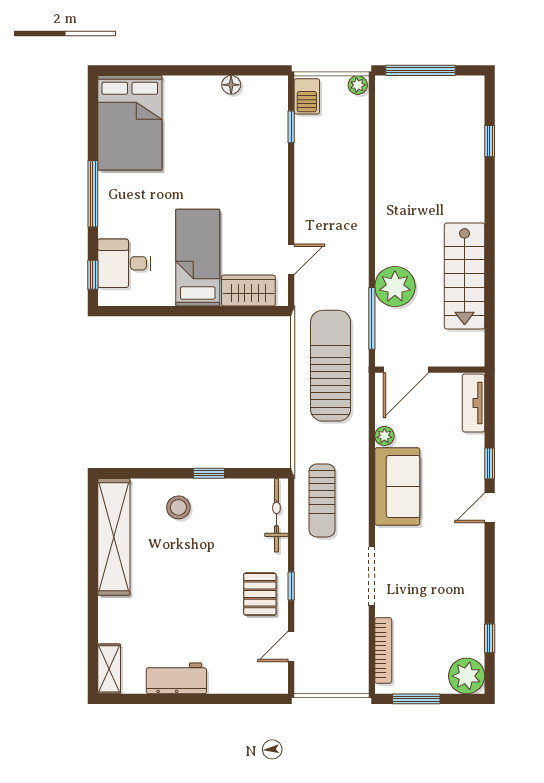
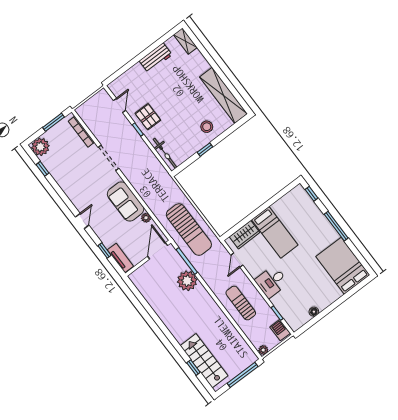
desk: (124, 263) -> (272, 282), moved, turned 180
stairs: (465, 276) -> (204, 361), moved
window: (490, 464) -> (104, 250), moved
sun lounger: (322, 500) -> (241, 303), moved

